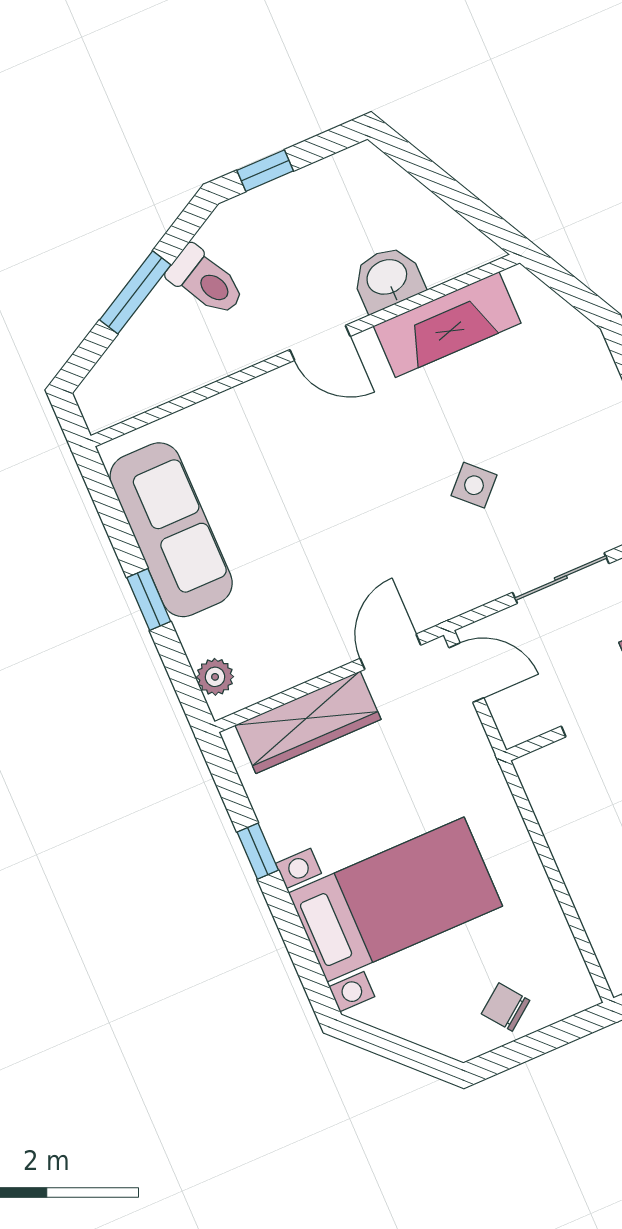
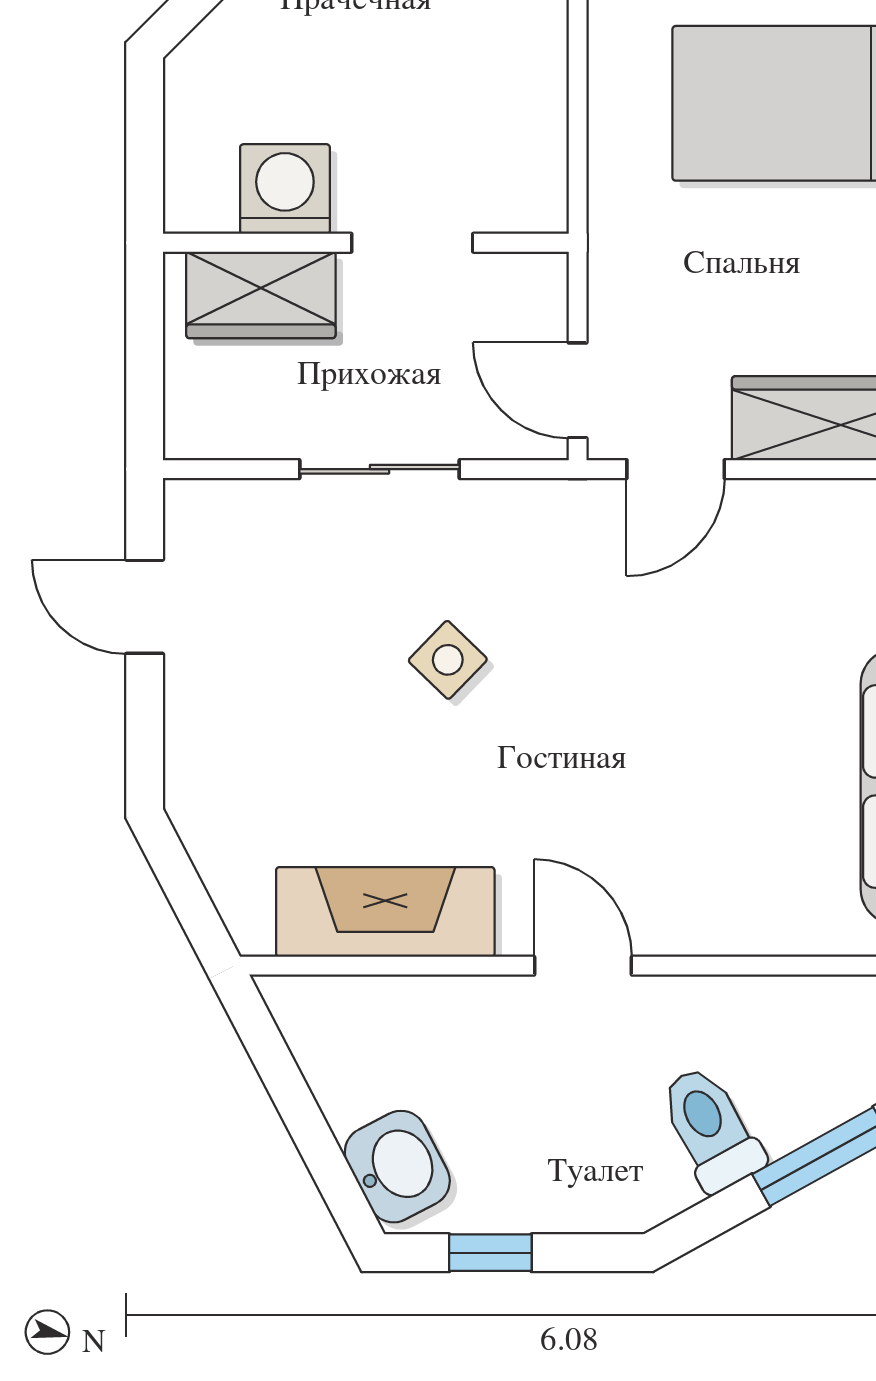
window: (265, 171) -> (490, 1253), moved
washbasin: (387, 278) -> (397, 1167), moved, turned -117

